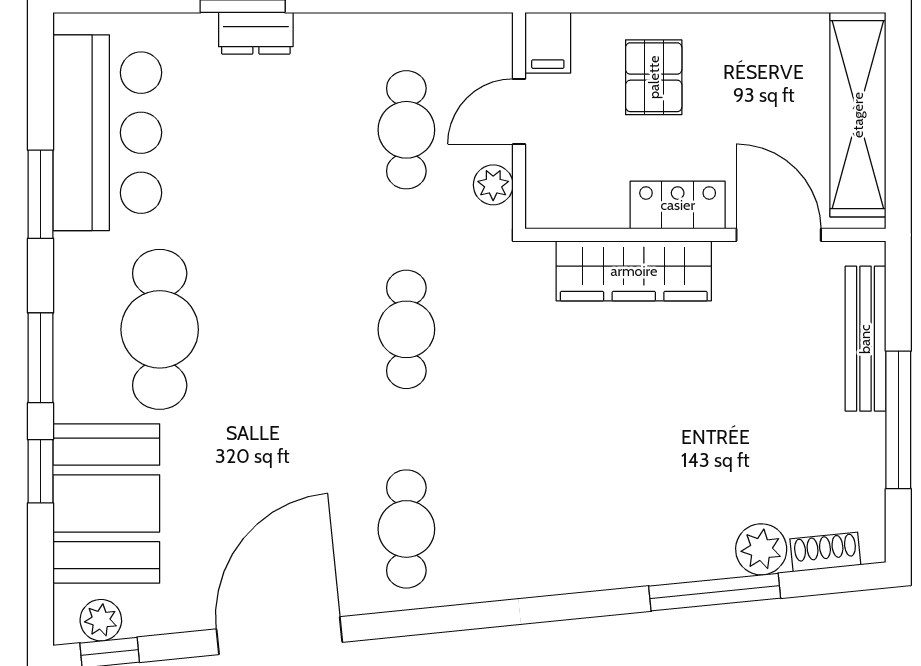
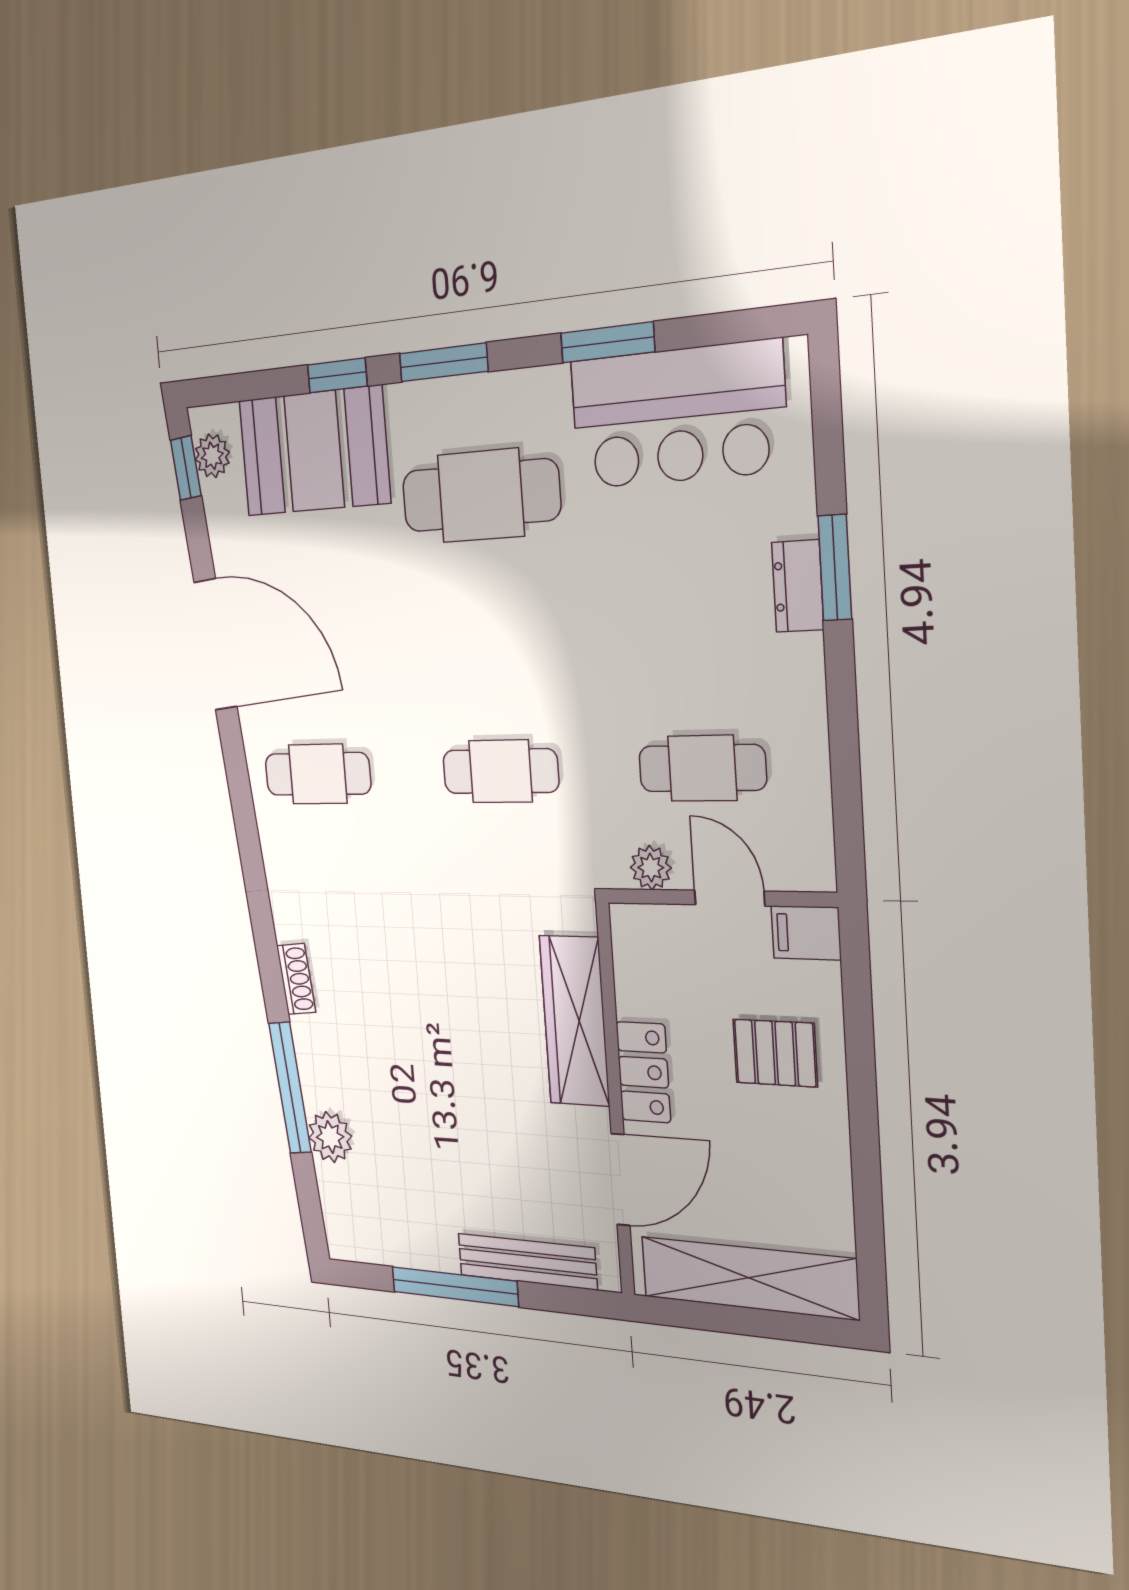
shoe rack: (825, 552) -> (296, 979), moved

